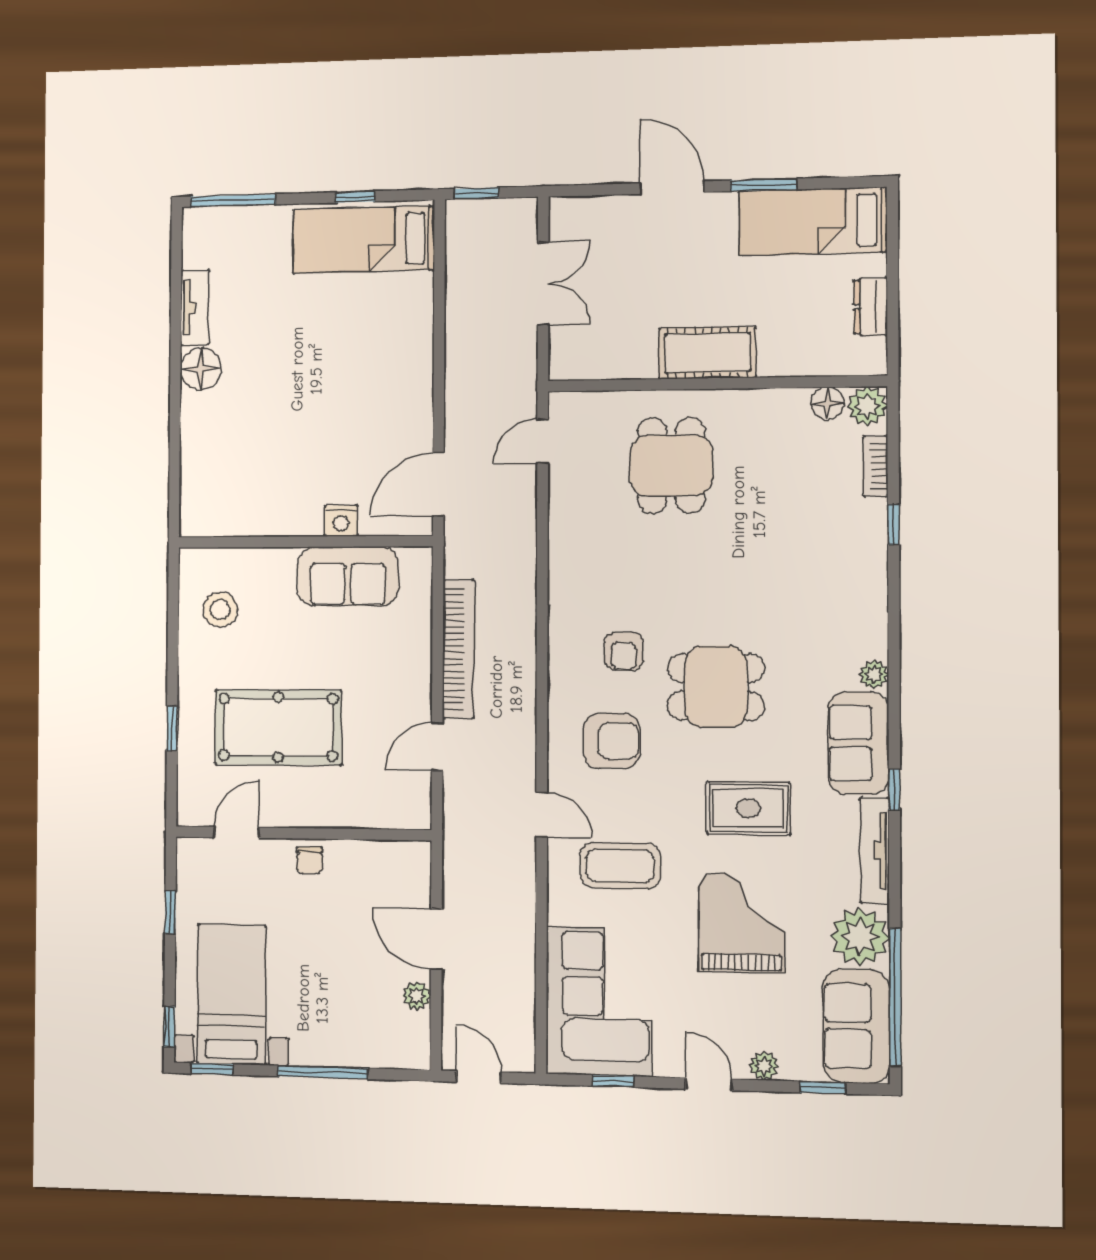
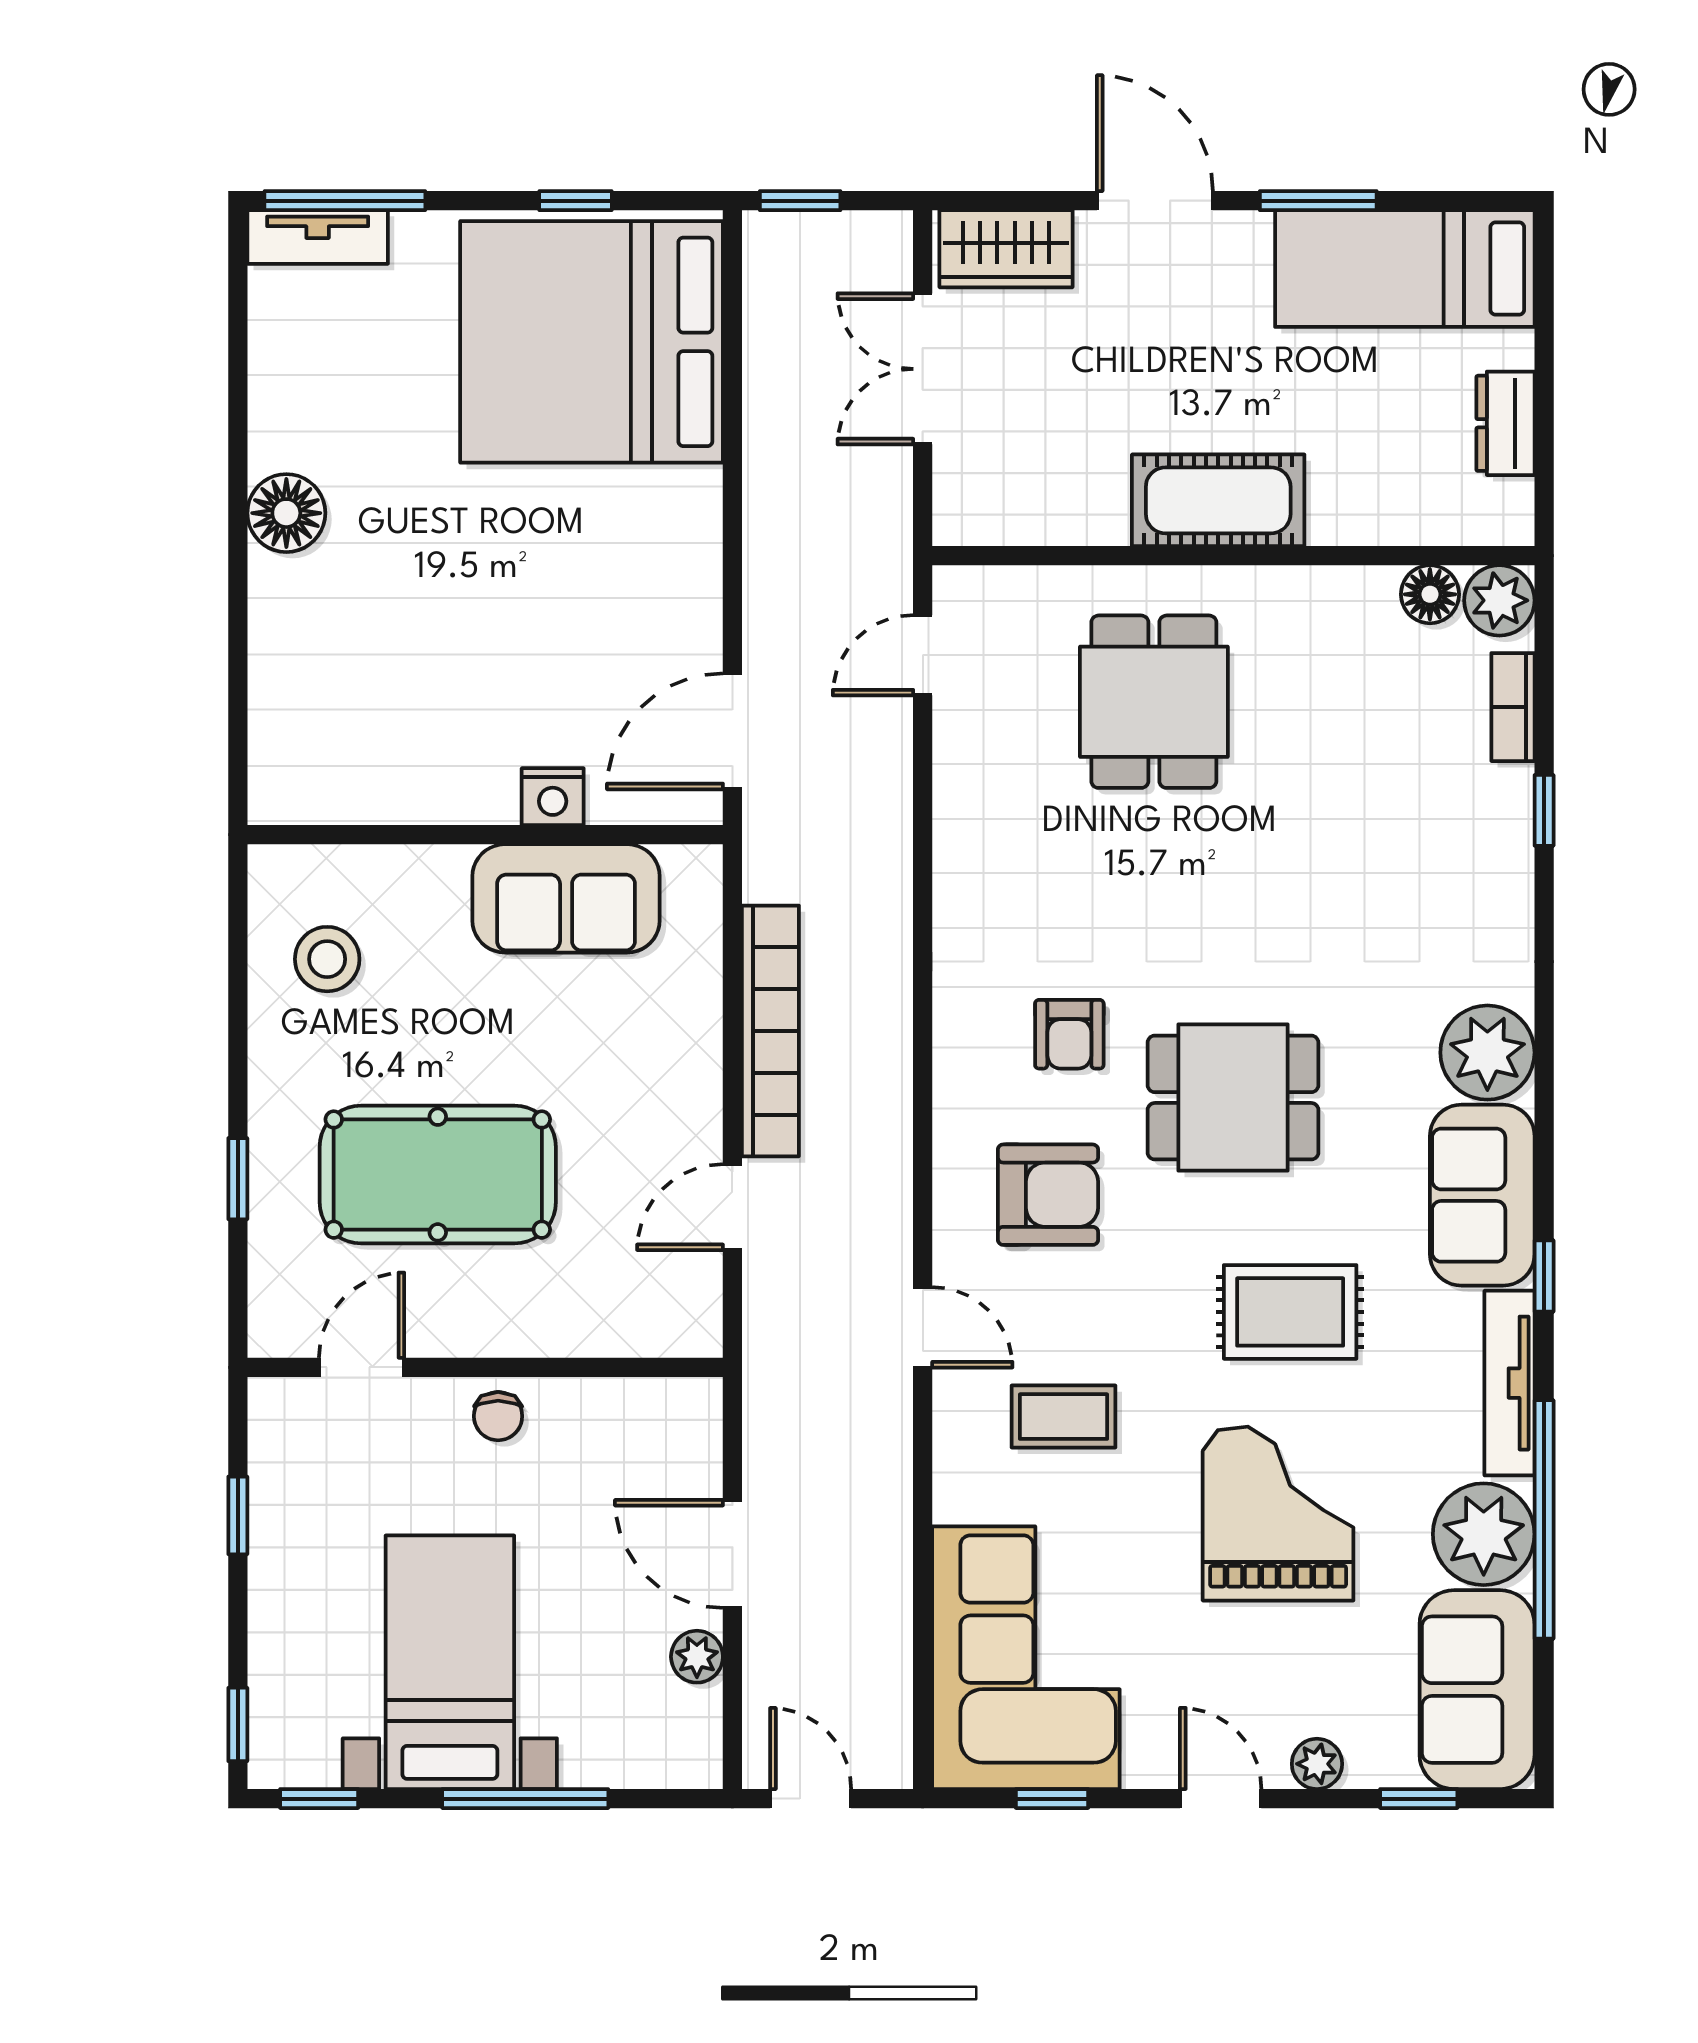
wardrobe: (589, 216) -> (1006, 249), added
bed: (364, 240) -> (592, 342), width x2.04
double door: (543, 284) -> (923, 369), swing flipped
tv unit: (195, 308) -> (318, 237), moved, turned 90
plant: (874, 675) -> (1487, 1053), width x1.88, depth x1.88
coffee table: (620, 866) -> (1063, 1417), width x0.73, depth x0.77
bed with nightstands: (232, 994) -> (450, 1662), moved
window: (895, 997) -> (1544, 1519), moved

